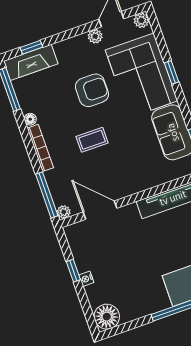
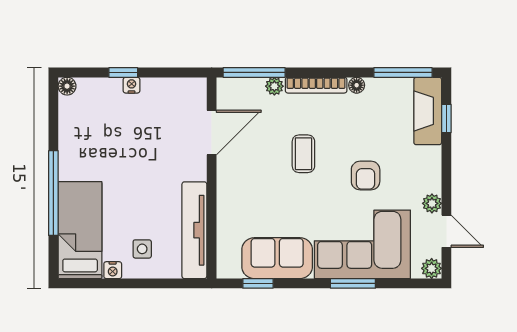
window: (172, 72) -> (353, 283), width x1.50
armchair: (92, 90) -> (366, 176), width x0.72, depth x0.72
plant: (64, 212) -> (274, 86), moved
window: (73, 271) -> (123, 72), moved
floor lamp: (107, 317) -> (67, 86), width x0.53, depth x0.53

